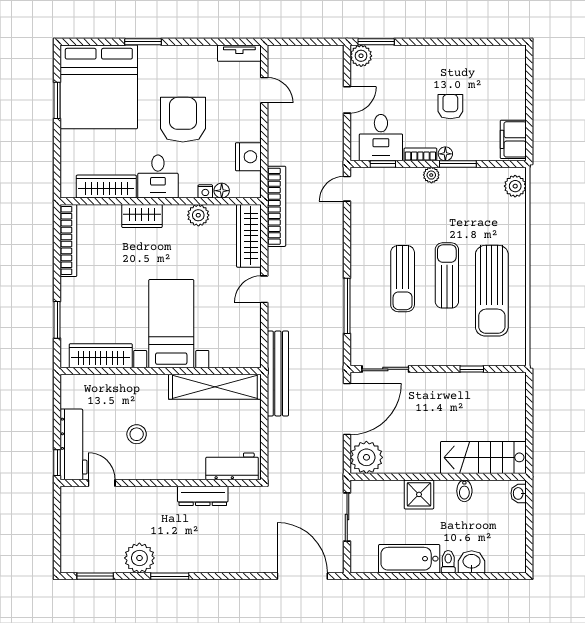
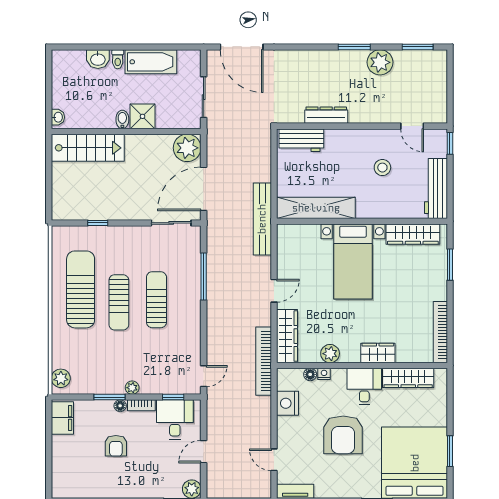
workbench: (74, 444) -> (436, 188), moved
bidet: (464, 491) -> (122, 119), moved

